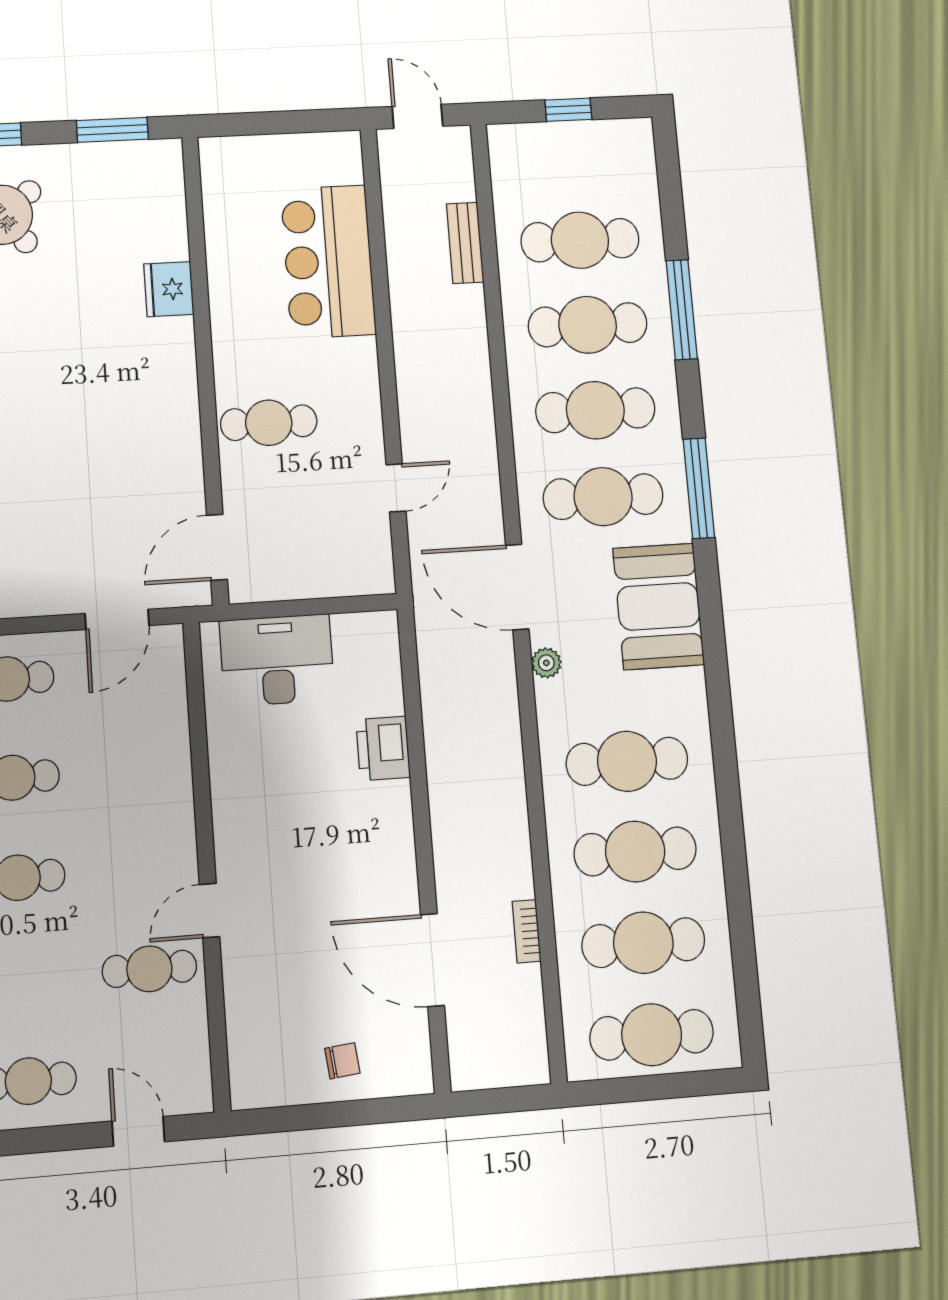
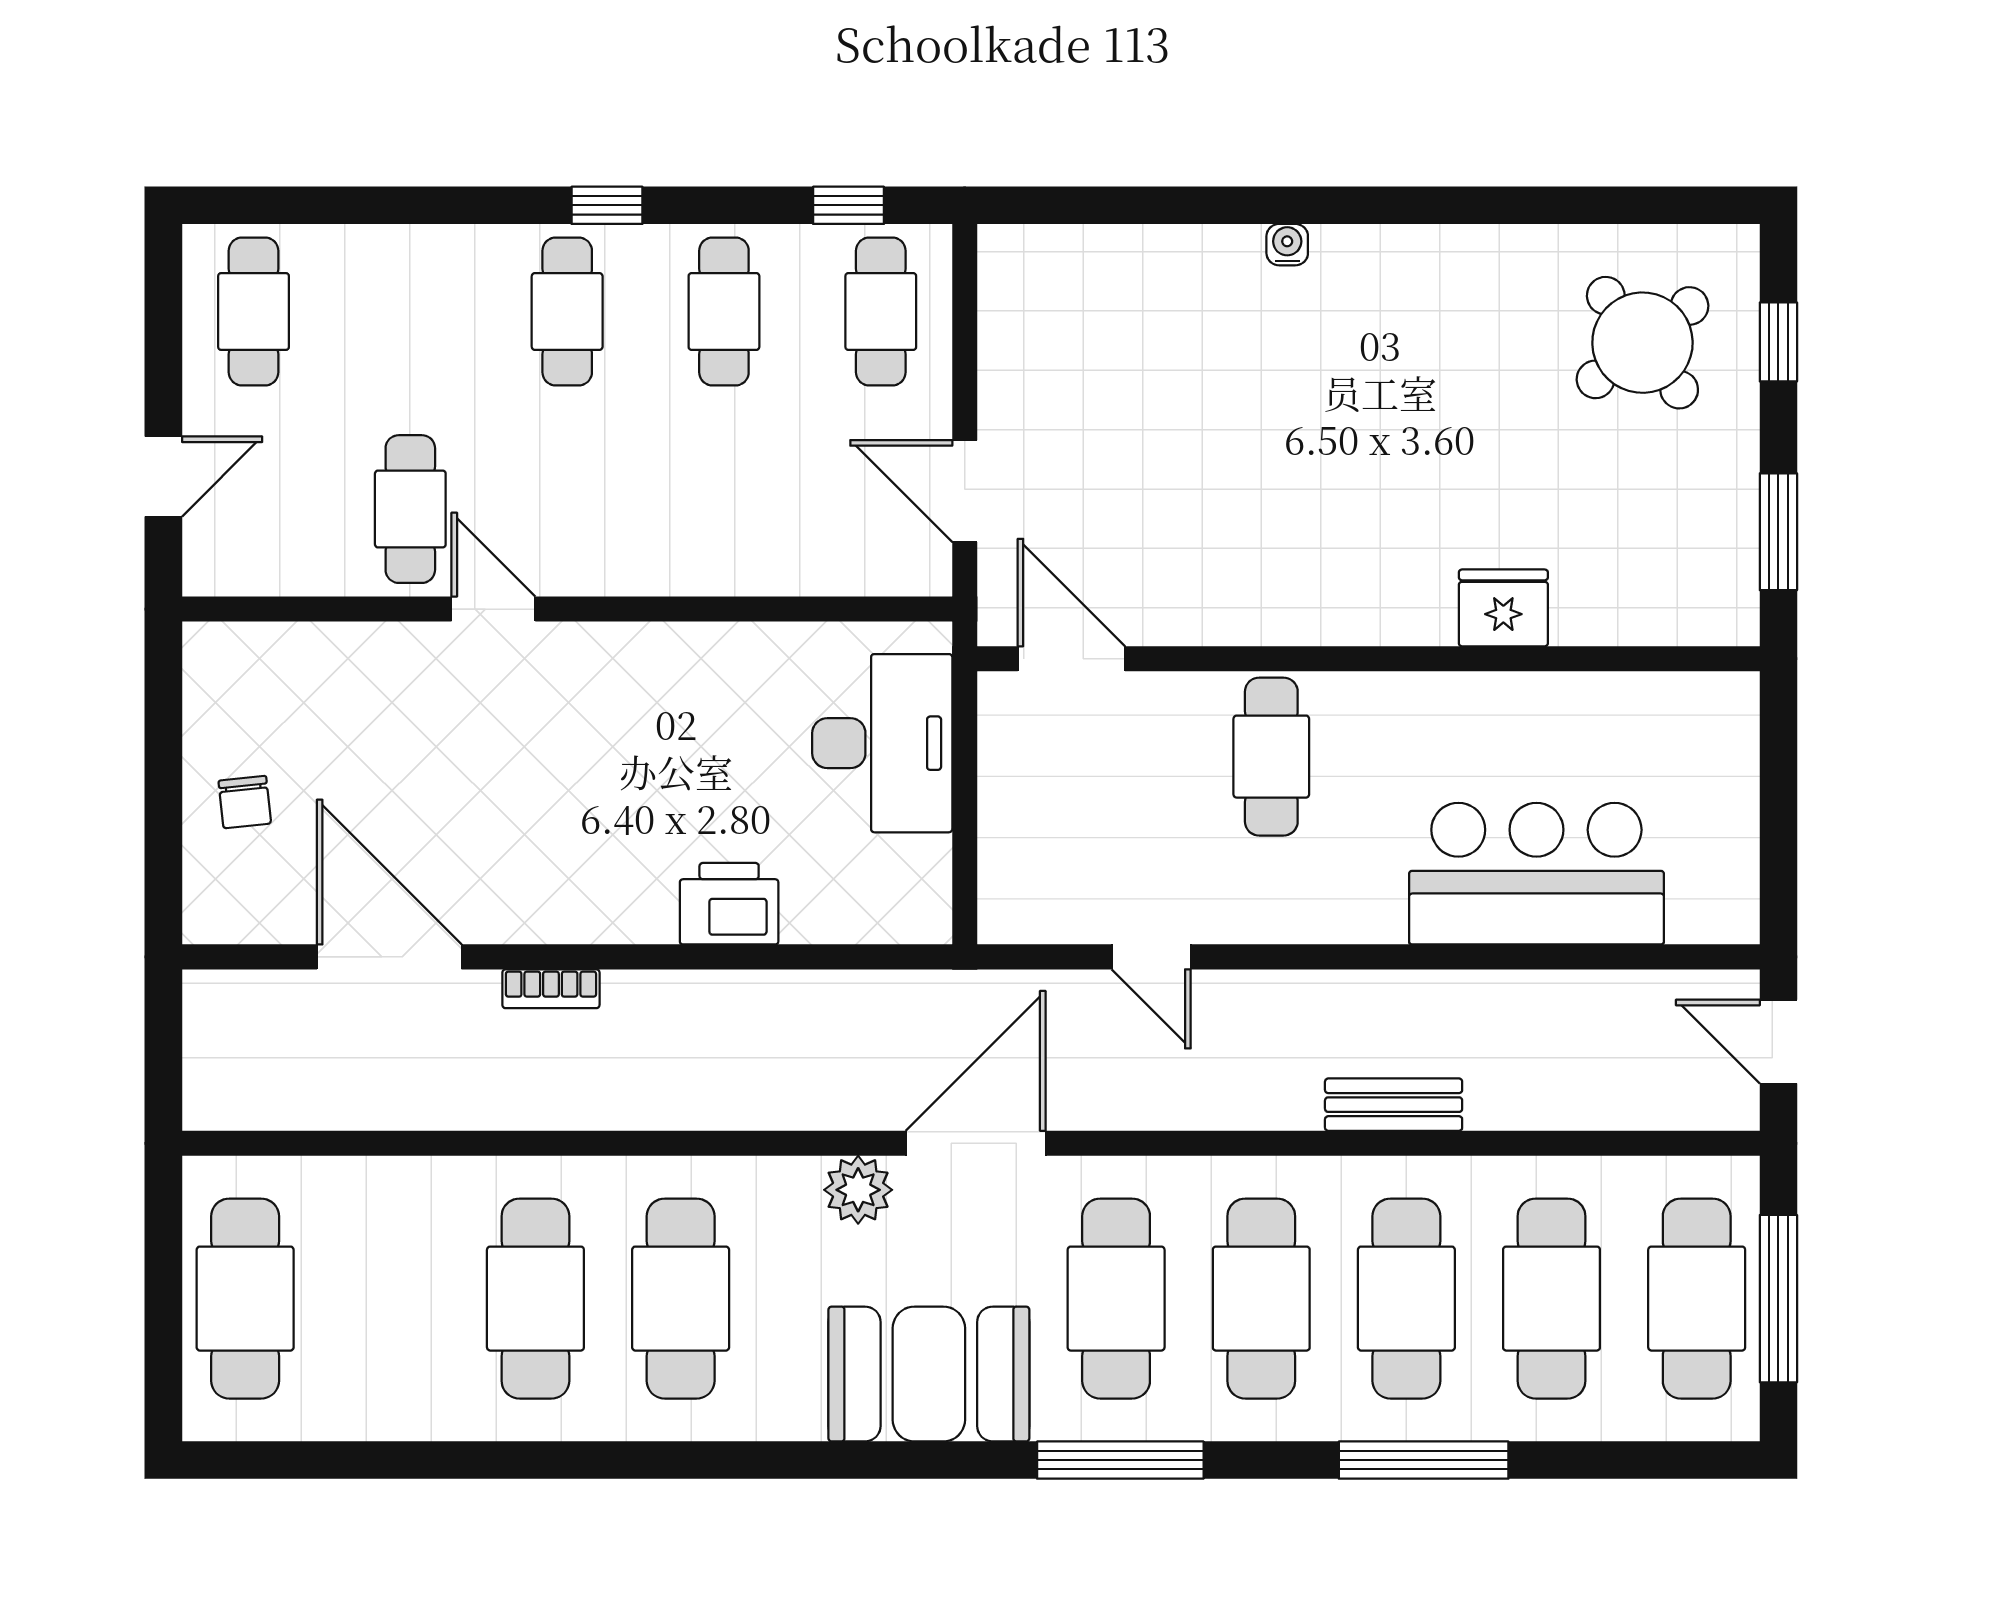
window: (568, 110) -> (1778, 1299), width x2.17
door: (417, 116) -> (1778, 1042), swing flipped
bench: (465, 243) -> (1394, 1105), moved
plant: (546, 663) -> (858, 1190), width x1.38, depth x1.38
bookcase: (527, 931) -> (551, 989), moved, turned 180
cafe table: (643, 943) -> (1697, 1299), moved
door: (432, 960) -> (389, 957), hinge flipped

